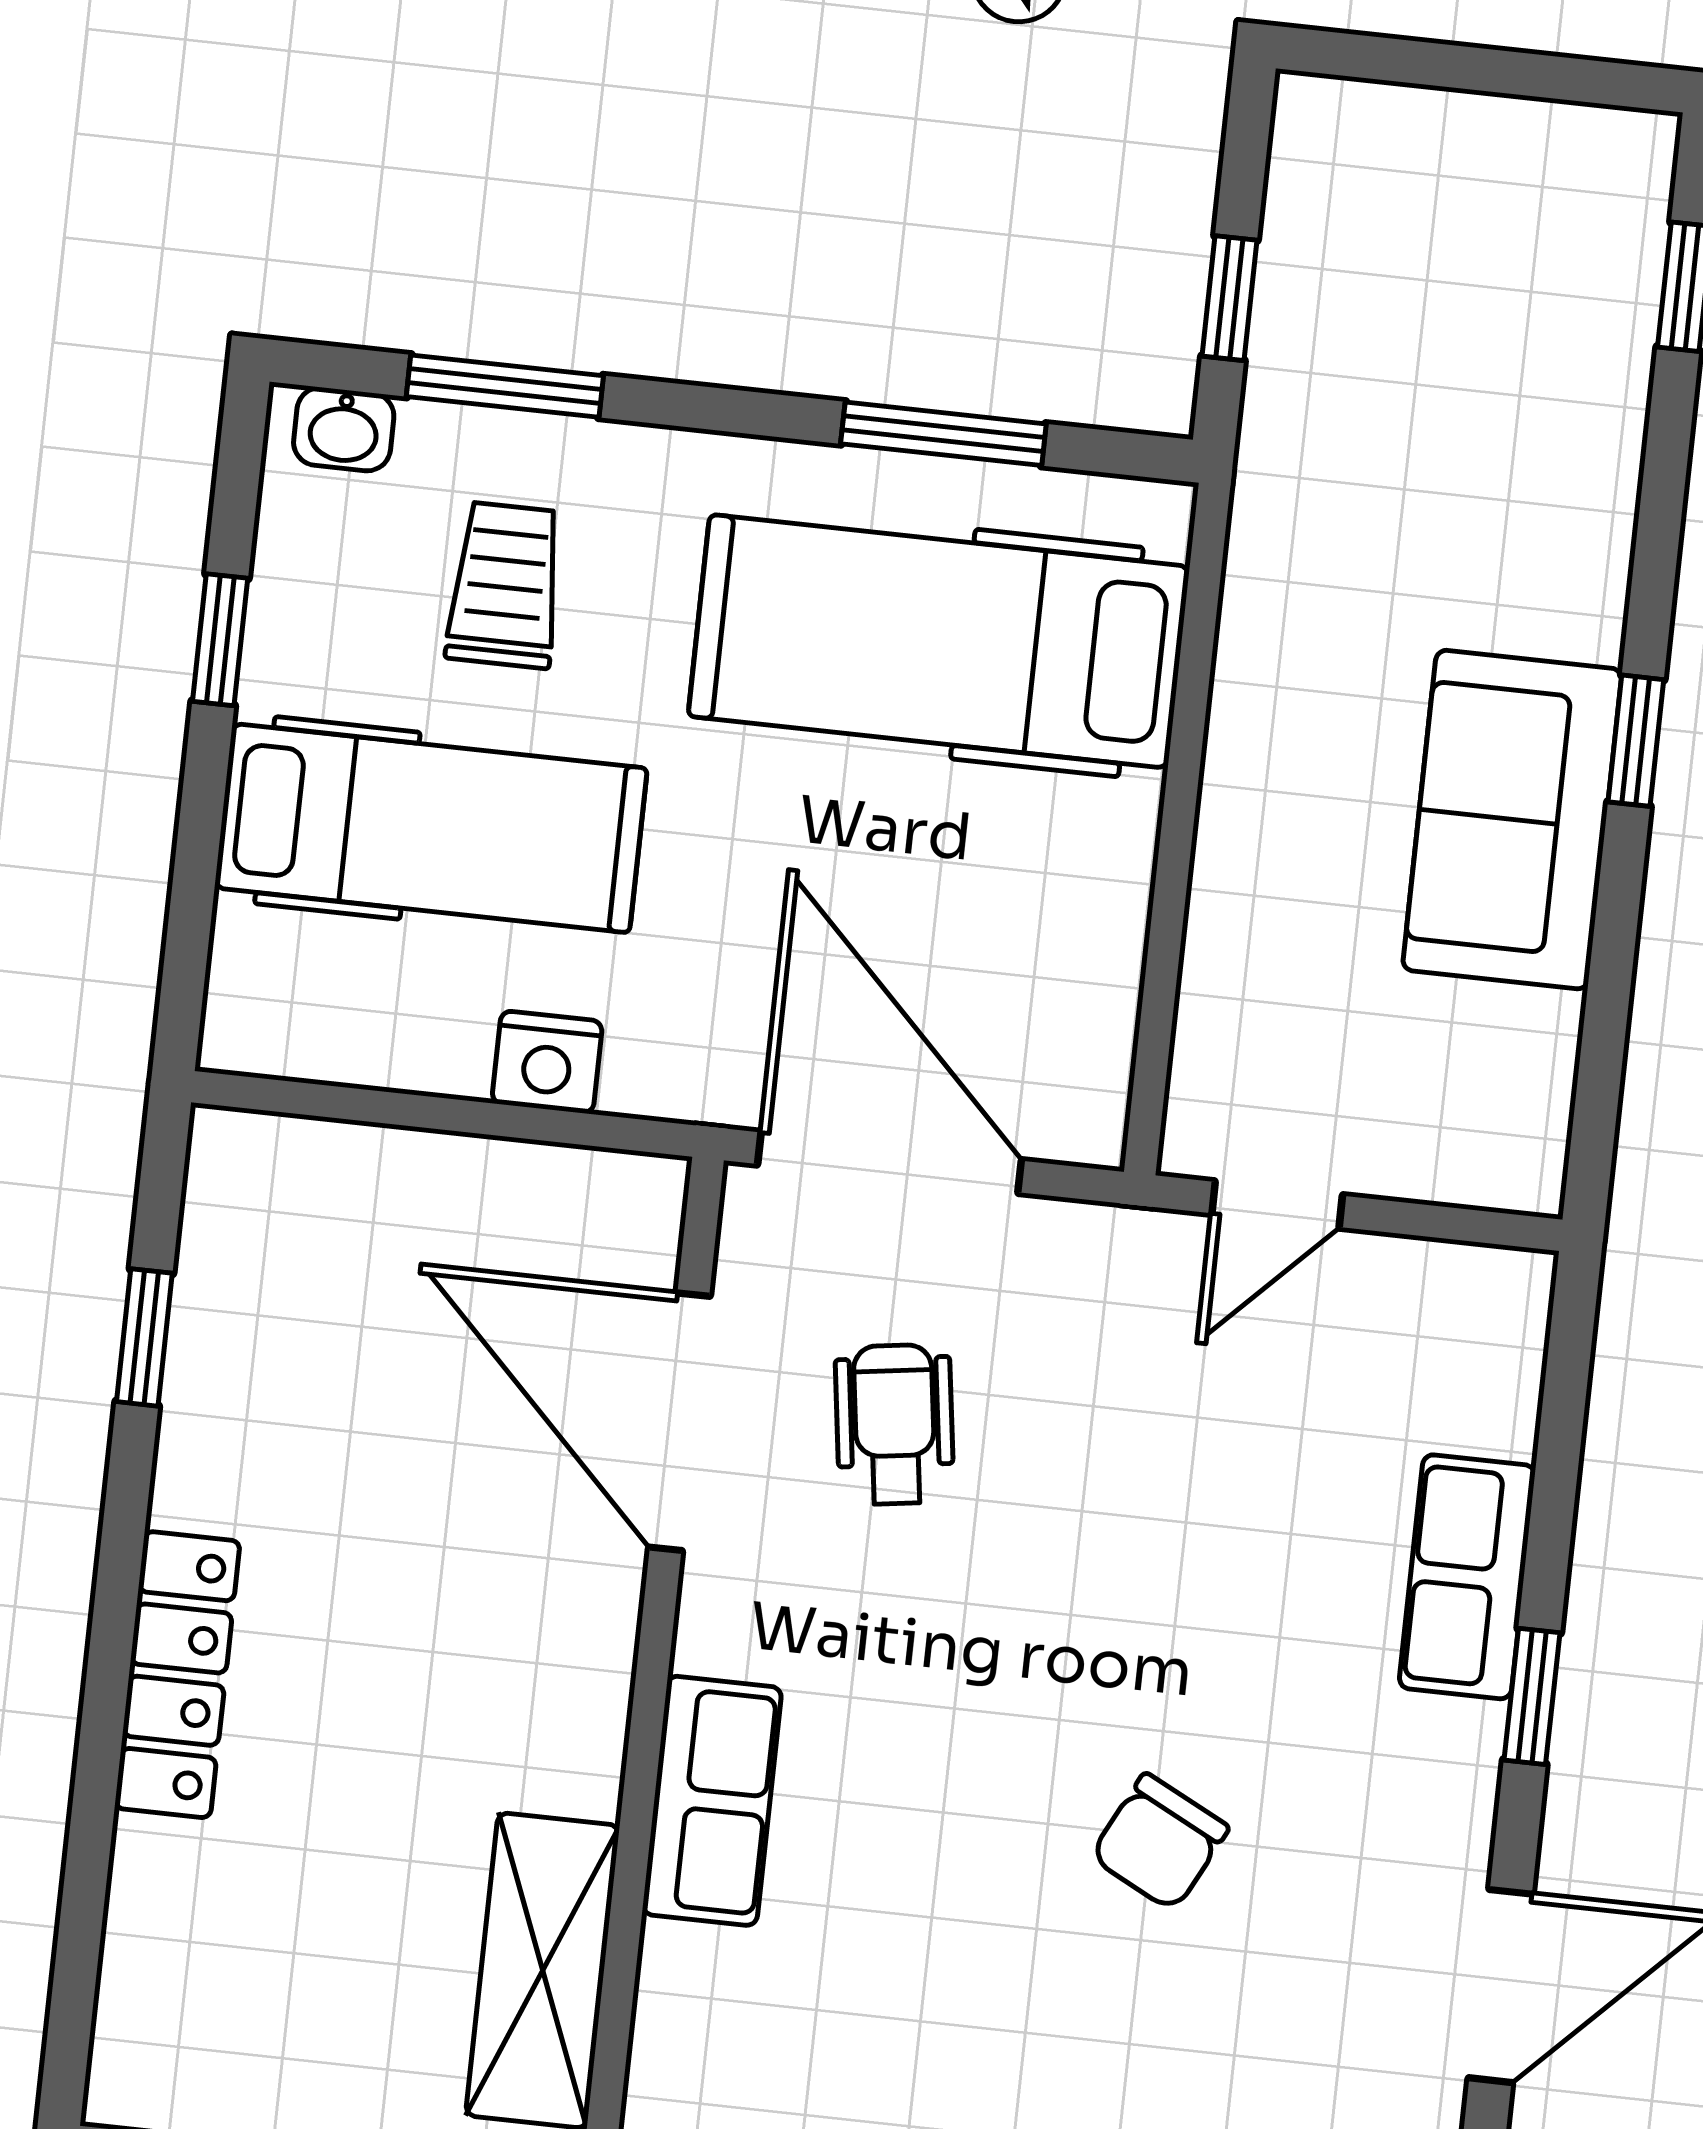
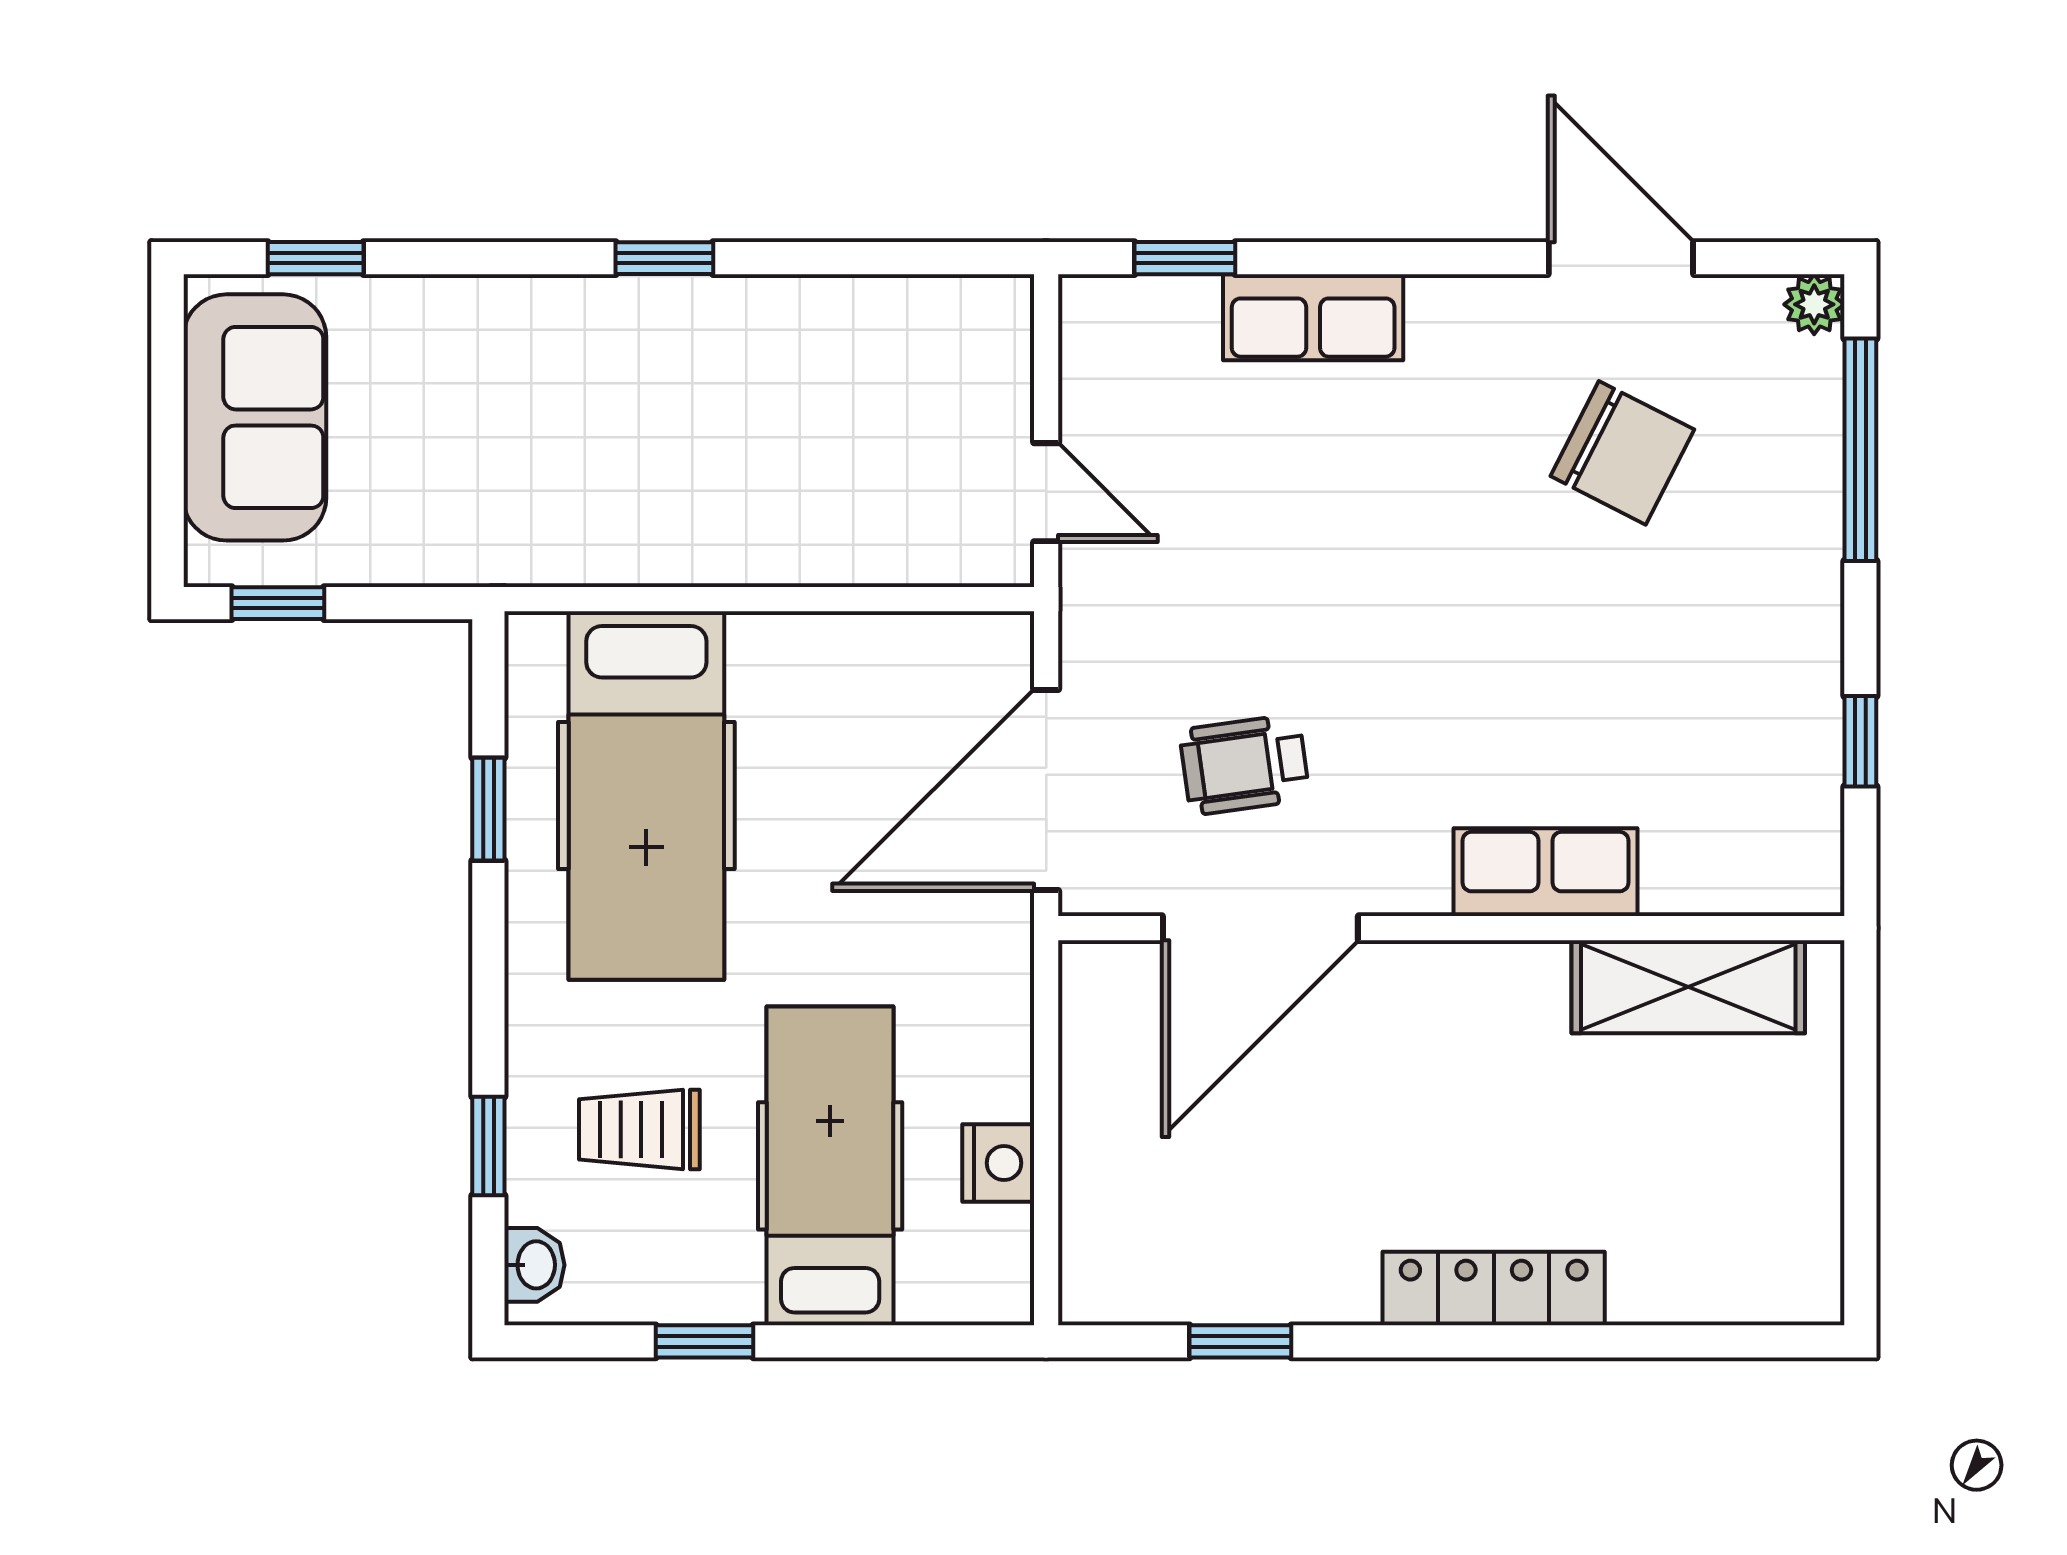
window: (1229, 298) -> (278, 603), moved
window: (505, 386) -> (488, 1146), width x0.67
window: (943, 434) -> (488, 809), width x0.67
sofa: (1512, 820) -> (255, 417), moved, turned -90
nightstand: (547, 1062) -> (998, 1163), moved
window: (1532, 1696) -> (1185, 258), moved
chair: (1159, 1842) -> (1622, 453), moved, width x1.37, depth x1.37

